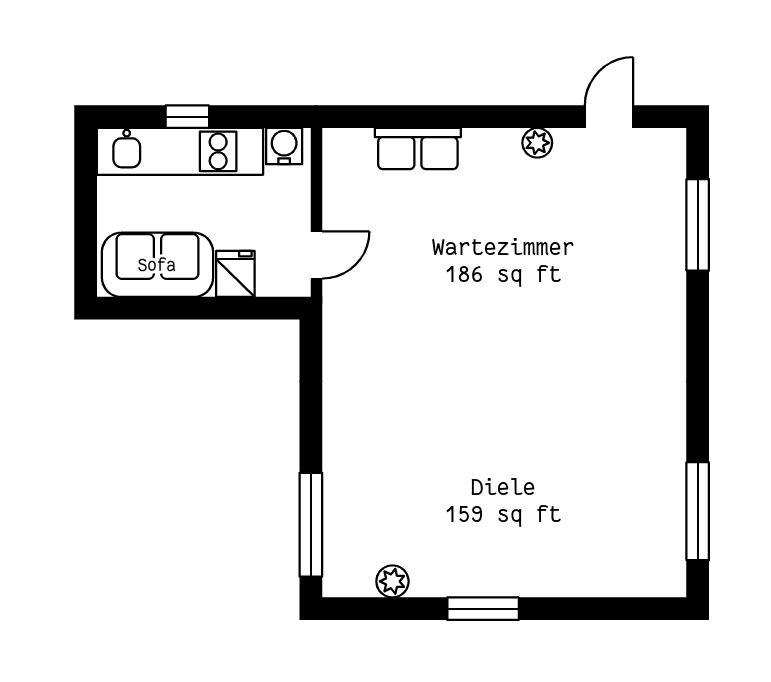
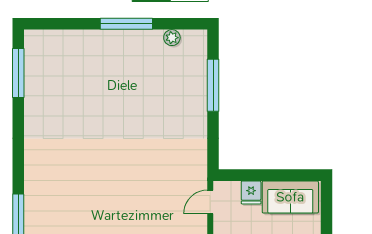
window: (311, 525) -> (213, 85), moved
window: (483, 609) -> (126, 24), width x1.44

